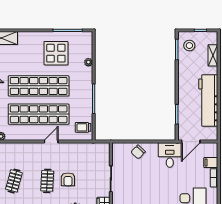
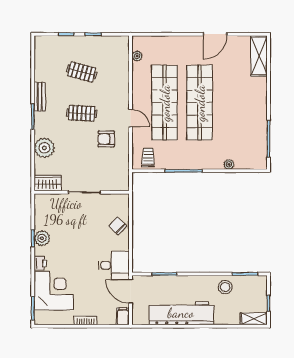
stool: (189, 46) -> (225, 287), moved
display table: (56, 53) -> (240, 124), removed
shelving: (213, 55) -> (254, 319), moved
filing cabinet: (211, 163) -> (123, 316), moved
armchair: (68, 179) -> (106, 139), moved

